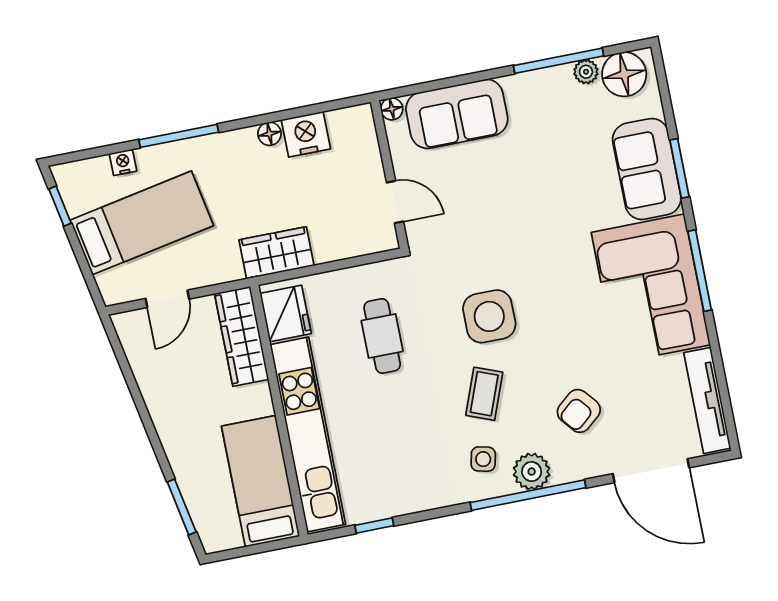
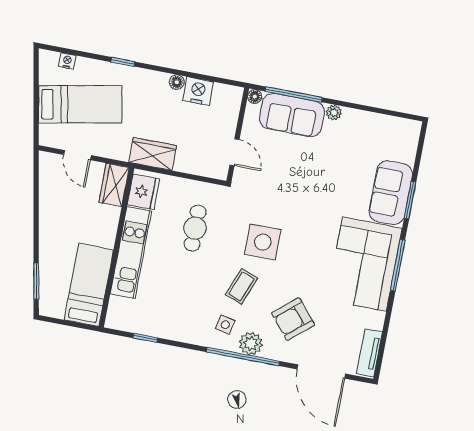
window: (558, 61) -> (294, 94), moved
plant: (586, 72) -> (334, 112), moved
floor lamp: (624, 74) -> (400, 132), removed
window: (179, 136) -> (123, 62), width x0.46
nightstand: (123, 162) -> (67, 61), moved
window: (60, 206) -> (36, 75), removed
door: (167, 299) -> (77, 155), hinge flipped
wardrobe: (242, 336) -> (114, 185), width x0.67
tv unit: (707, 400) -> (369, 353), width x0.71
armchair: (579, 411) -> (293, 319), width x1.38, depth x1.38
kitchen unit: (308, 434) -> (131, 253), width x0.73

